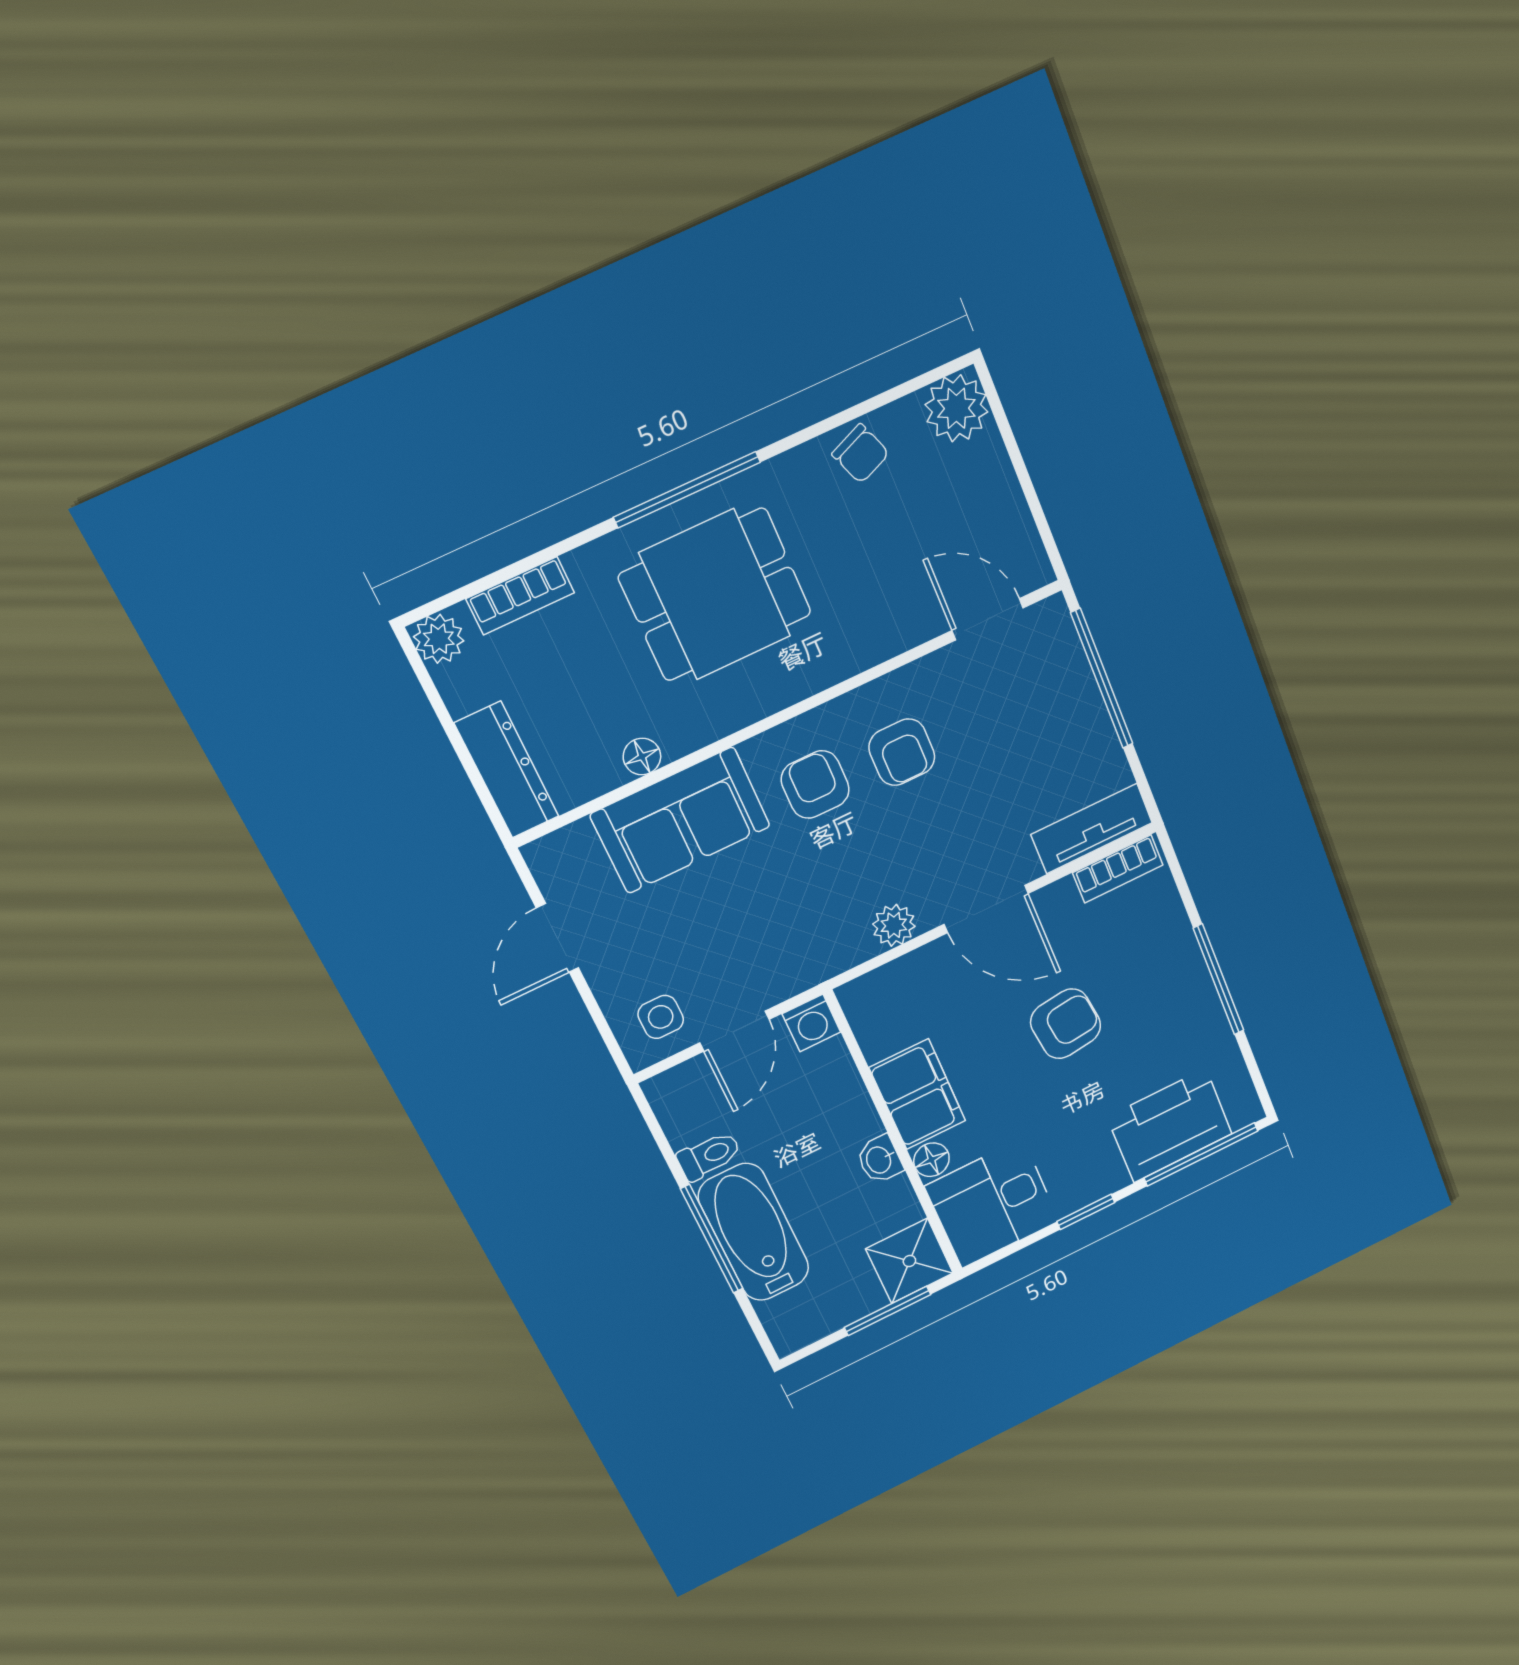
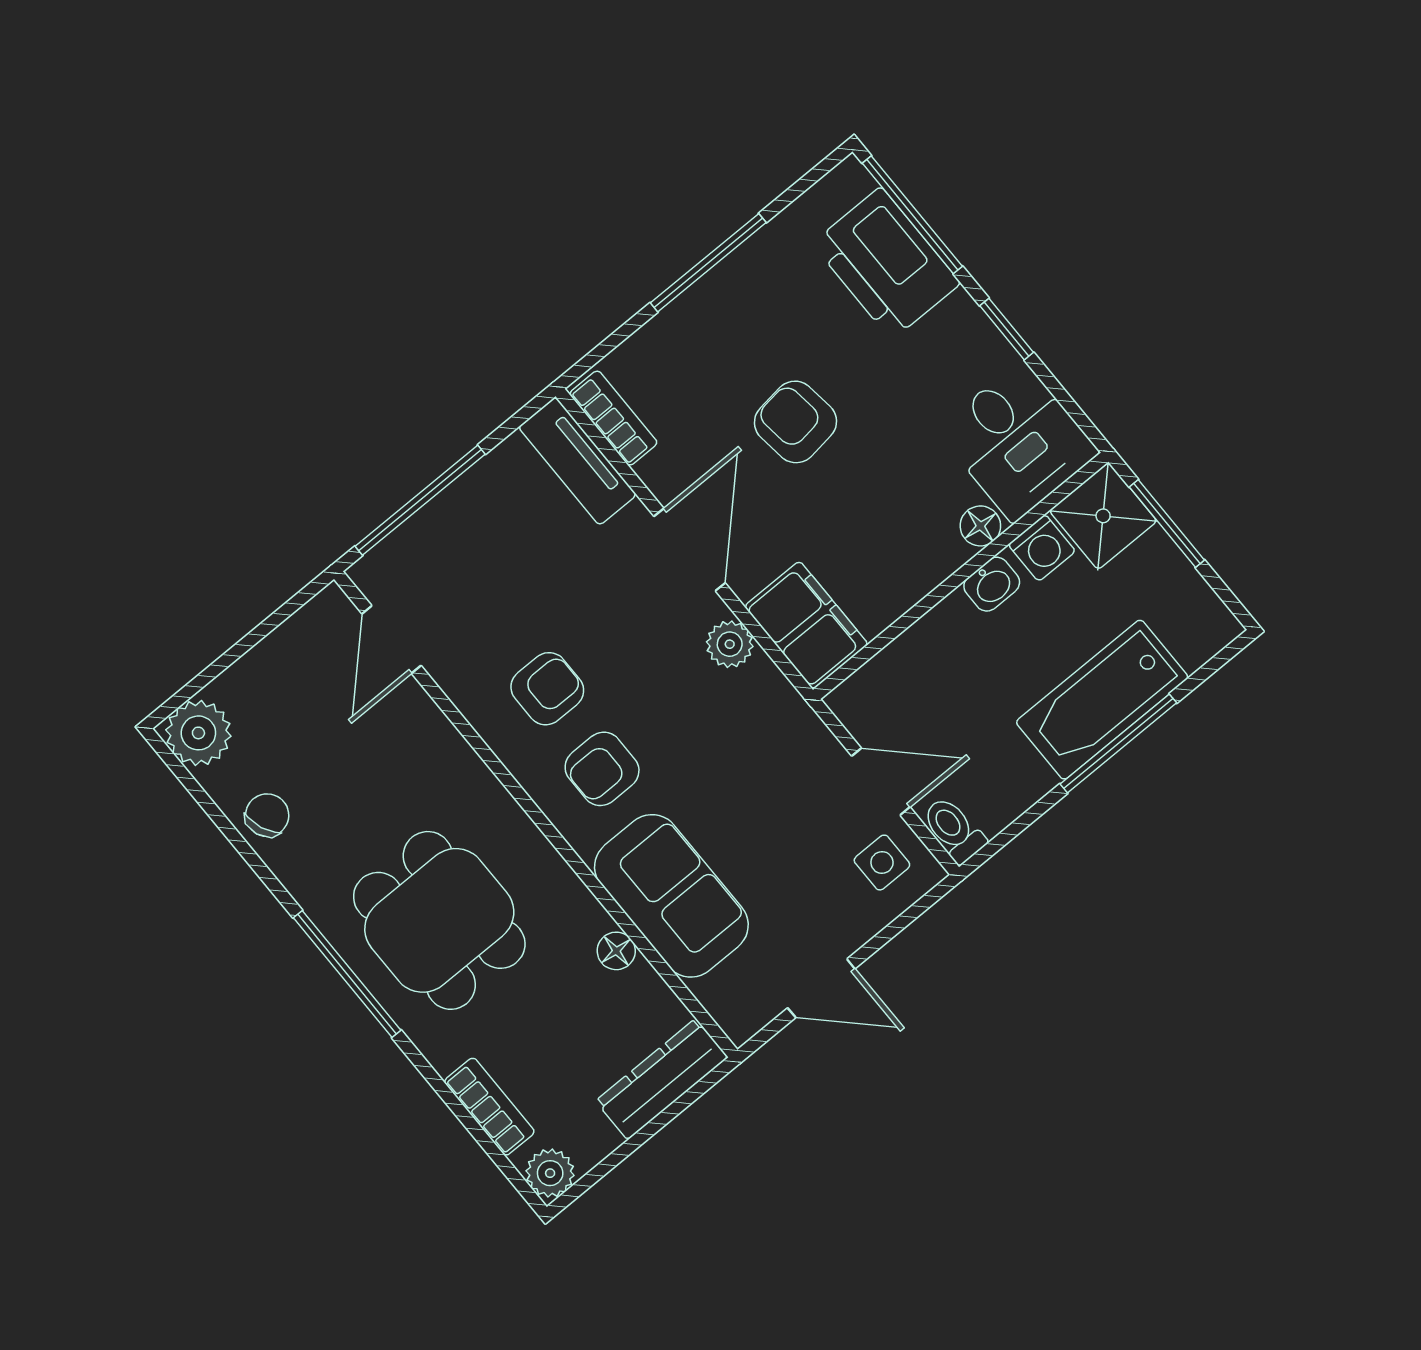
washing machine: (811, 1023) -> (1042, 548), moved, turned 90
filing cabinet: (917, 1094) -> (806, 625), moved, turned 90
toilet: (709, 1156) -> (954, 830), moved

